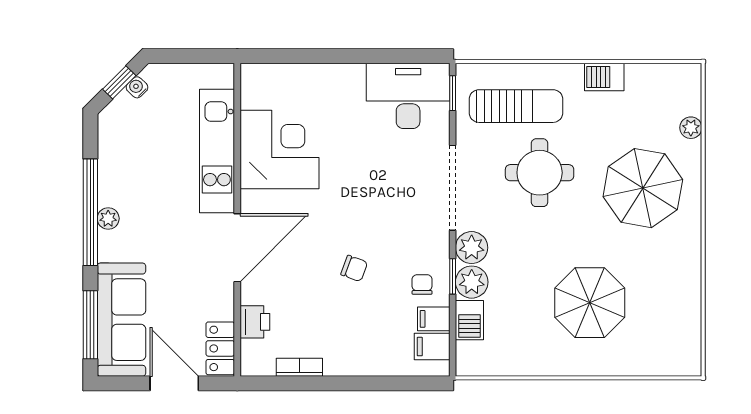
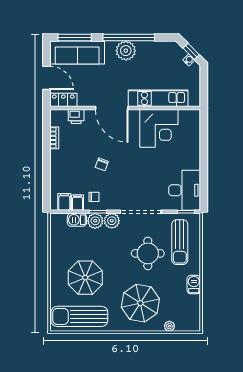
plant: (108, 218) -> (126, 51), width x1.87, depth x1.87
sun lounger: (670, 315) -> (79, 316), added
door: (174, 383) -> (46, 78), hinge flipped

